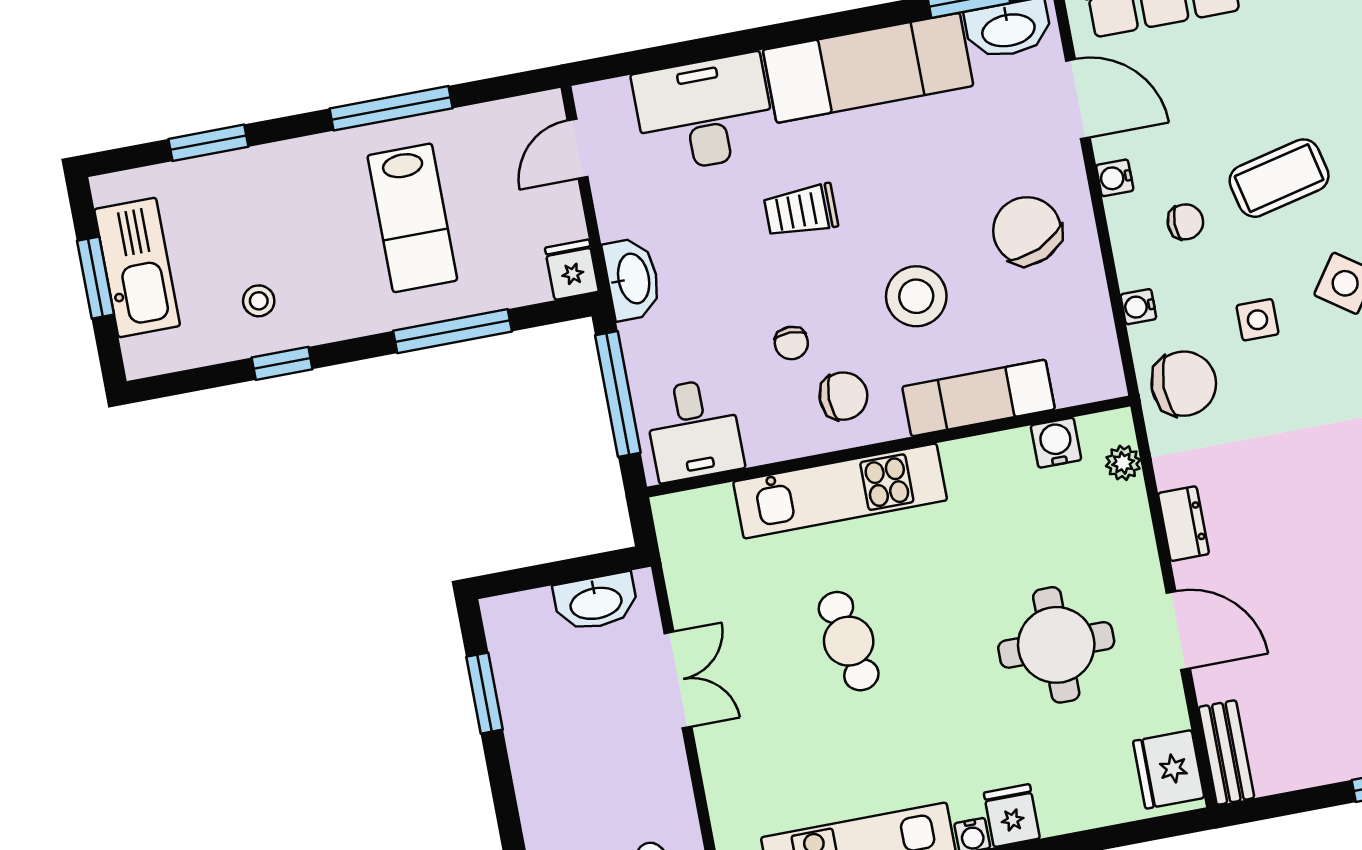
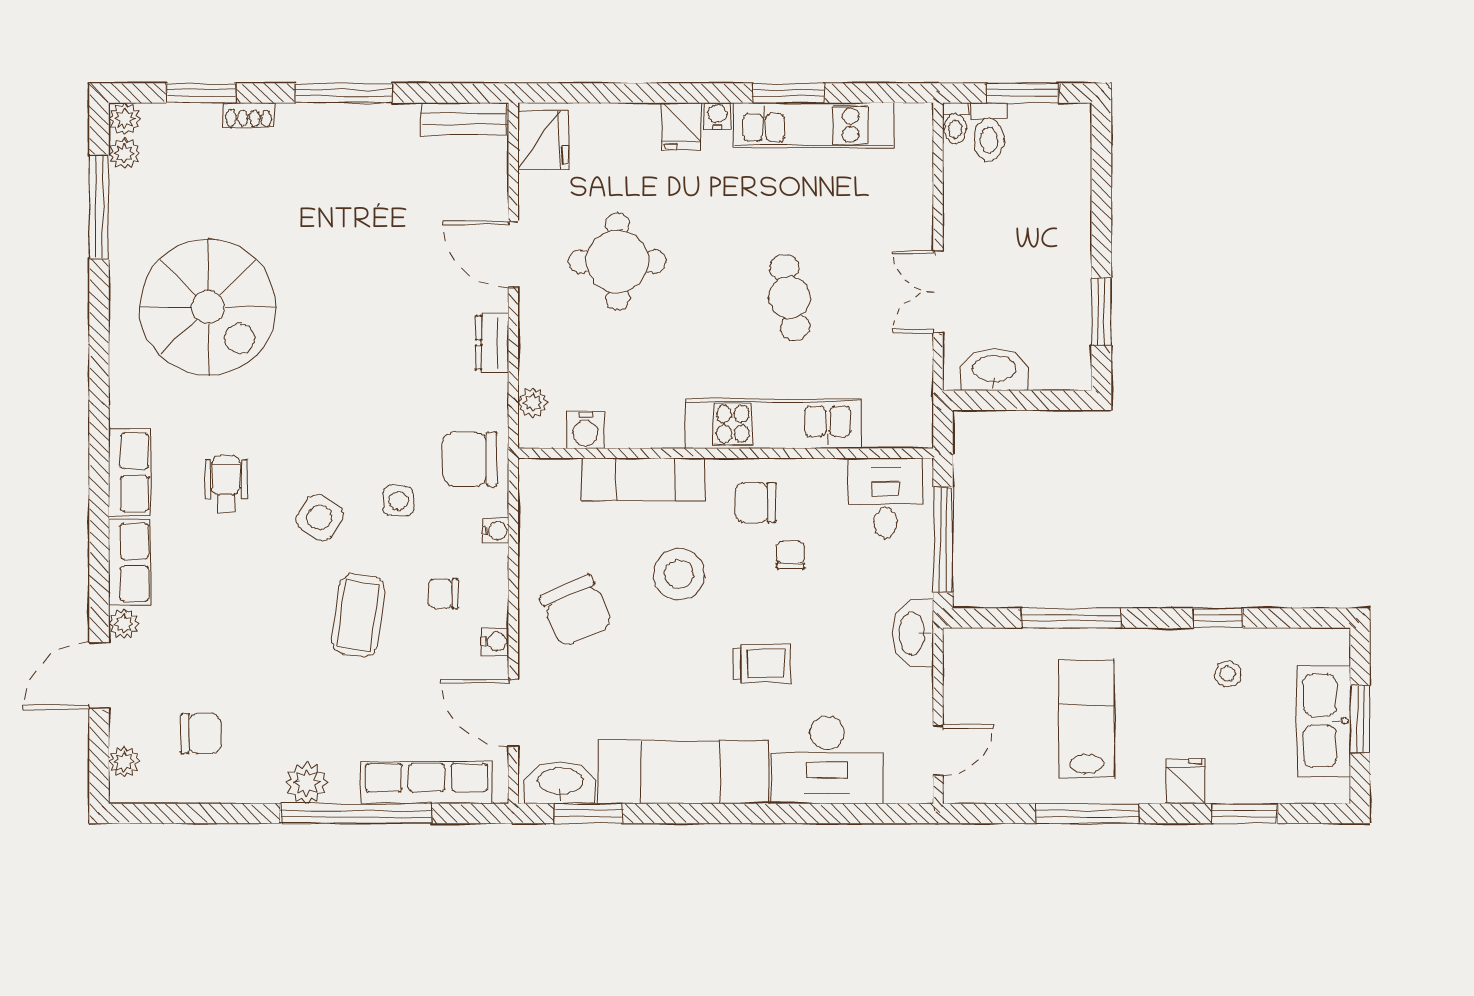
coffee table: (1279, 178) -> (358, 615), turned -69
fridge: (572, 270) -> (1185, 781), moved, turned 180
bench: (1226, 753) -> (464, 119), moved, turned 90

